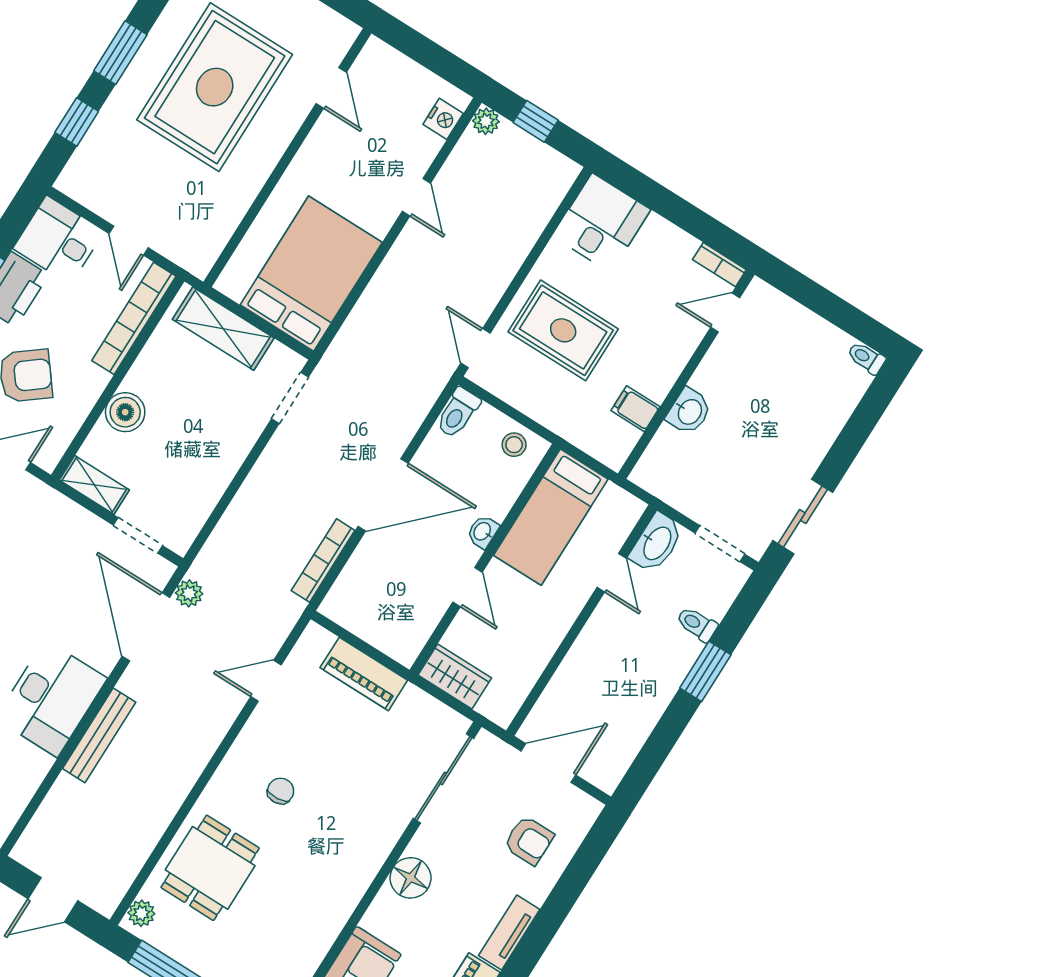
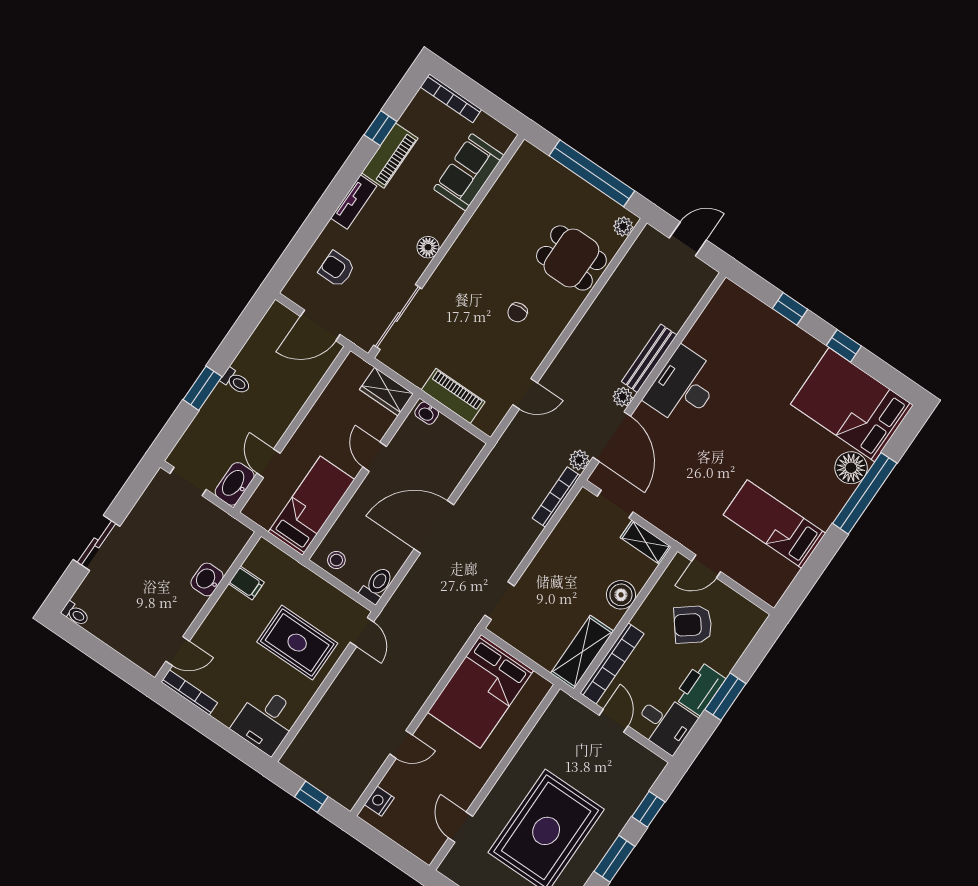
plant: (486, 121) -> (623, 397), moved
door: (416, 197) -> (401, 744), swing flipped
bookcase: (719, 265) -> (189, 692), width x1.56
shelving: (223, 329) -> (582, 652), moved, turned 90
sliding door: (803, 517) -> (96, 543), moved
washbasin: (483, 532) -> (427, 413), moved, turned 90
bookcase: (323, 561) -> (556, 497), moved, turned 180
toilet: (697, 624) -> (236, 381), moved
dining table: (210, 868) -> (571, 258), turned 90
floor lamp: (411, 878) -> (428, 247), width x0.73, depth x0.73

